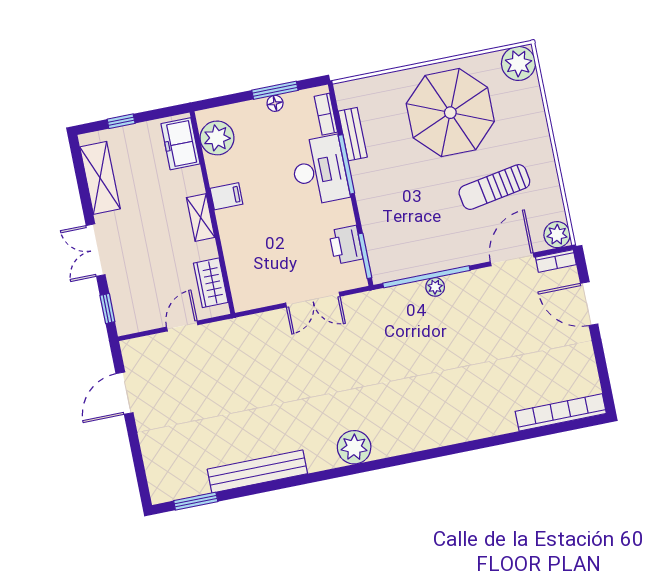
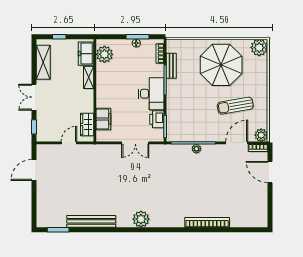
desk: (319, 171) -> (151, 94), moved
filing cabinet: (226, 196) -> (103, 119), moved, width x2.00
shelving: (201, 218) -> (89, 77), moved
bookcase: (561, 412) -> (207, 222), moved

